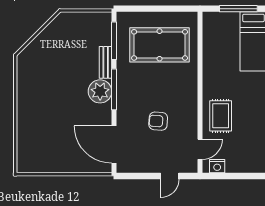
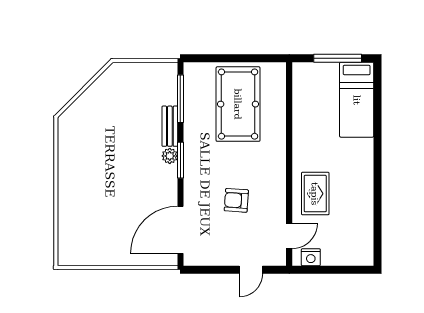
pool table: (160, 45) -> (238, 104), turned 90
window: (114, 89) -> (180, 160), width x0.69
plant: (100, 91) -> (170, 156), width x0.53, depth x0.53
door: (114, 145) -> (180, 230), hinge flipped

